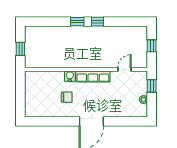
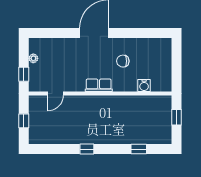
window: (77, 22) -> (139, 149), moved
water cooler: (70, 76) -> (144, 86), moved
row of seats: (93, 76) -> (99, 85), width x0.68

